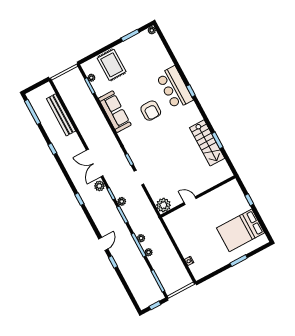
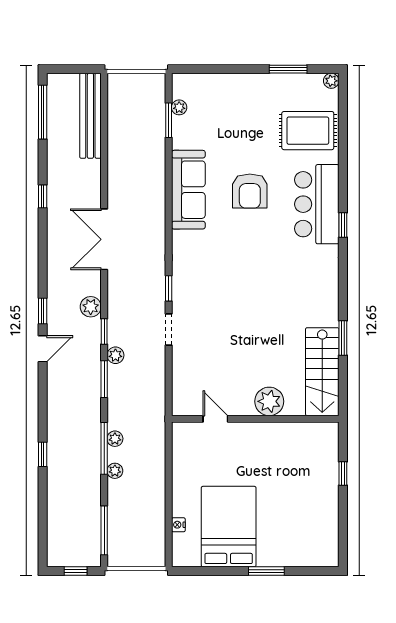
rug: (112, 65) -> (308, 131), moved, turned 90
armchair: (151, 111) -> (250, 191), moved
bench: (61, 115) -> (90, 116), moved
stairs: (207, 143) -> (322, 372), moved
double door: (95, 163) -> (104, 239), moved
door: (190, 201) -> (215, 419), moved
plant: (163, 205) -> (269, 401), moved
bed: (241, 230) -> (229, 527), moved, turned 90
door: (103, 244) -> (43, 349), moved

